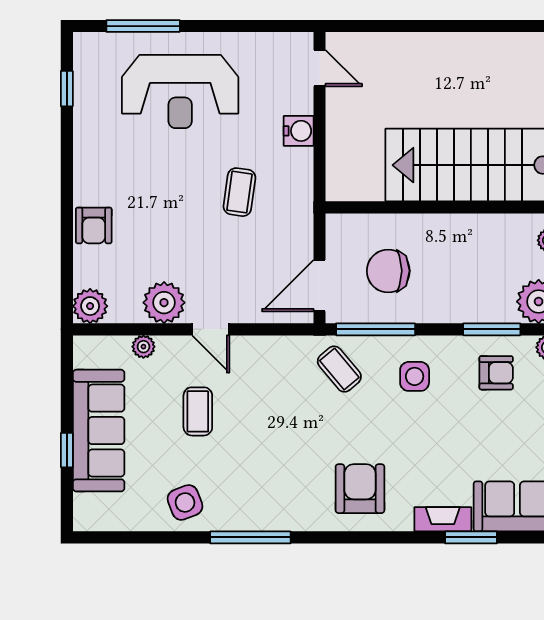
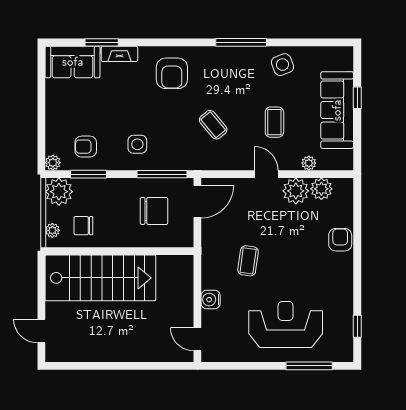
chair: (500, 248) -> (83, 226), added
plant: (90, 306) -> (321, 189), moved
coffee table: (339, 369) -> (213, 125), moved

